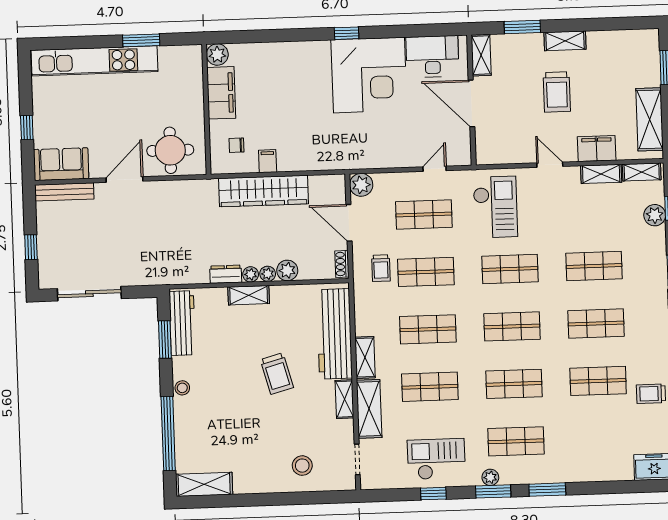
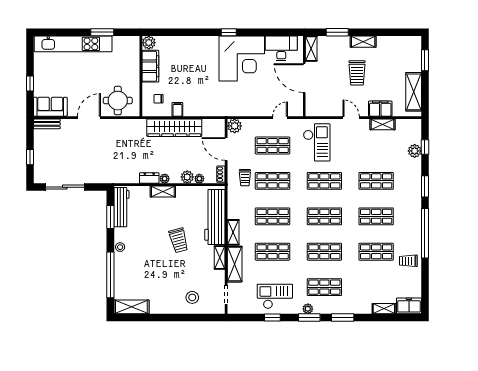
shelving: (642, 172) -> (384, 309), moved
bench: (64, 192) -> (47, 124), width x0.73
plant: (268, 274) -> (199, 179), moved

